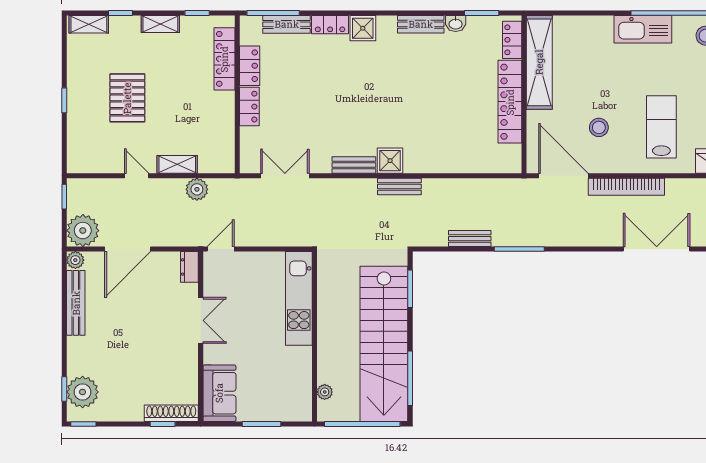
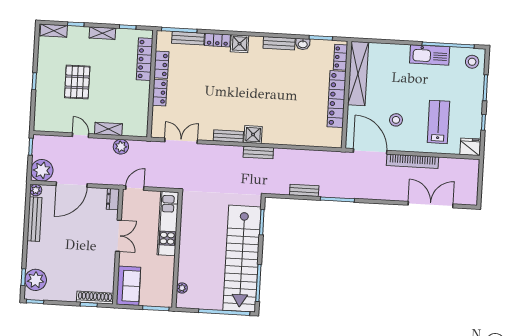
kitchen unit: (299, 298) -> (168, 224), moved
wall: (315, 337) -> (177, 250), moved
plant: (325, 392) -> (182, 288), moved

